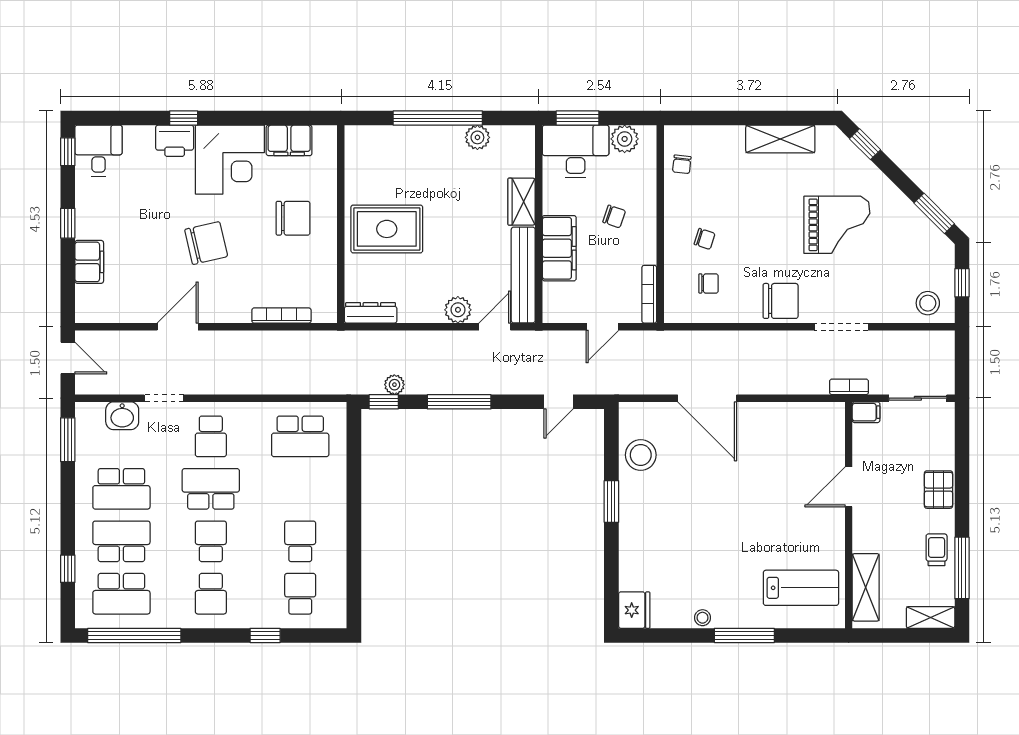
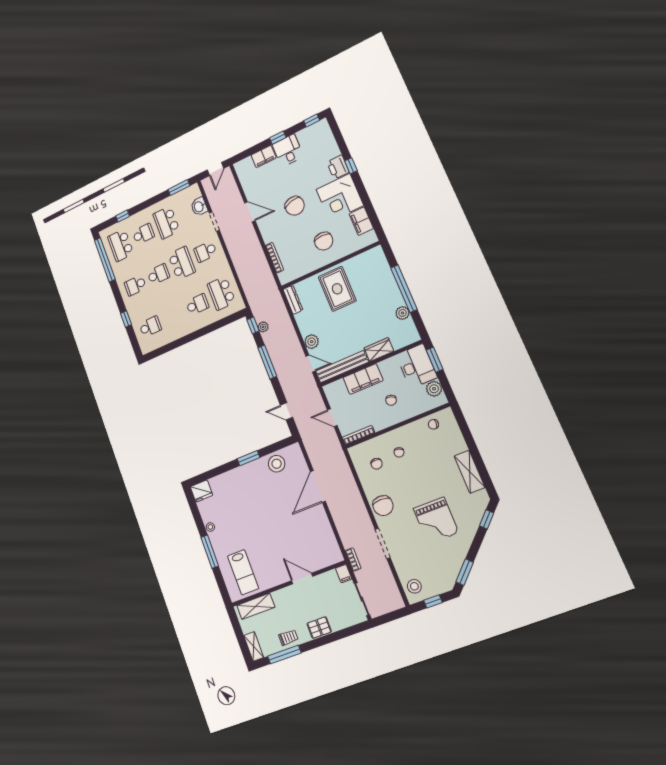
desk: (99, 151) -> (288, 150), moved, turned -90
school desk: (121, 541) -> (143, 234), width x0.54
school desk: (300, 541) -> (197, 304), moved

